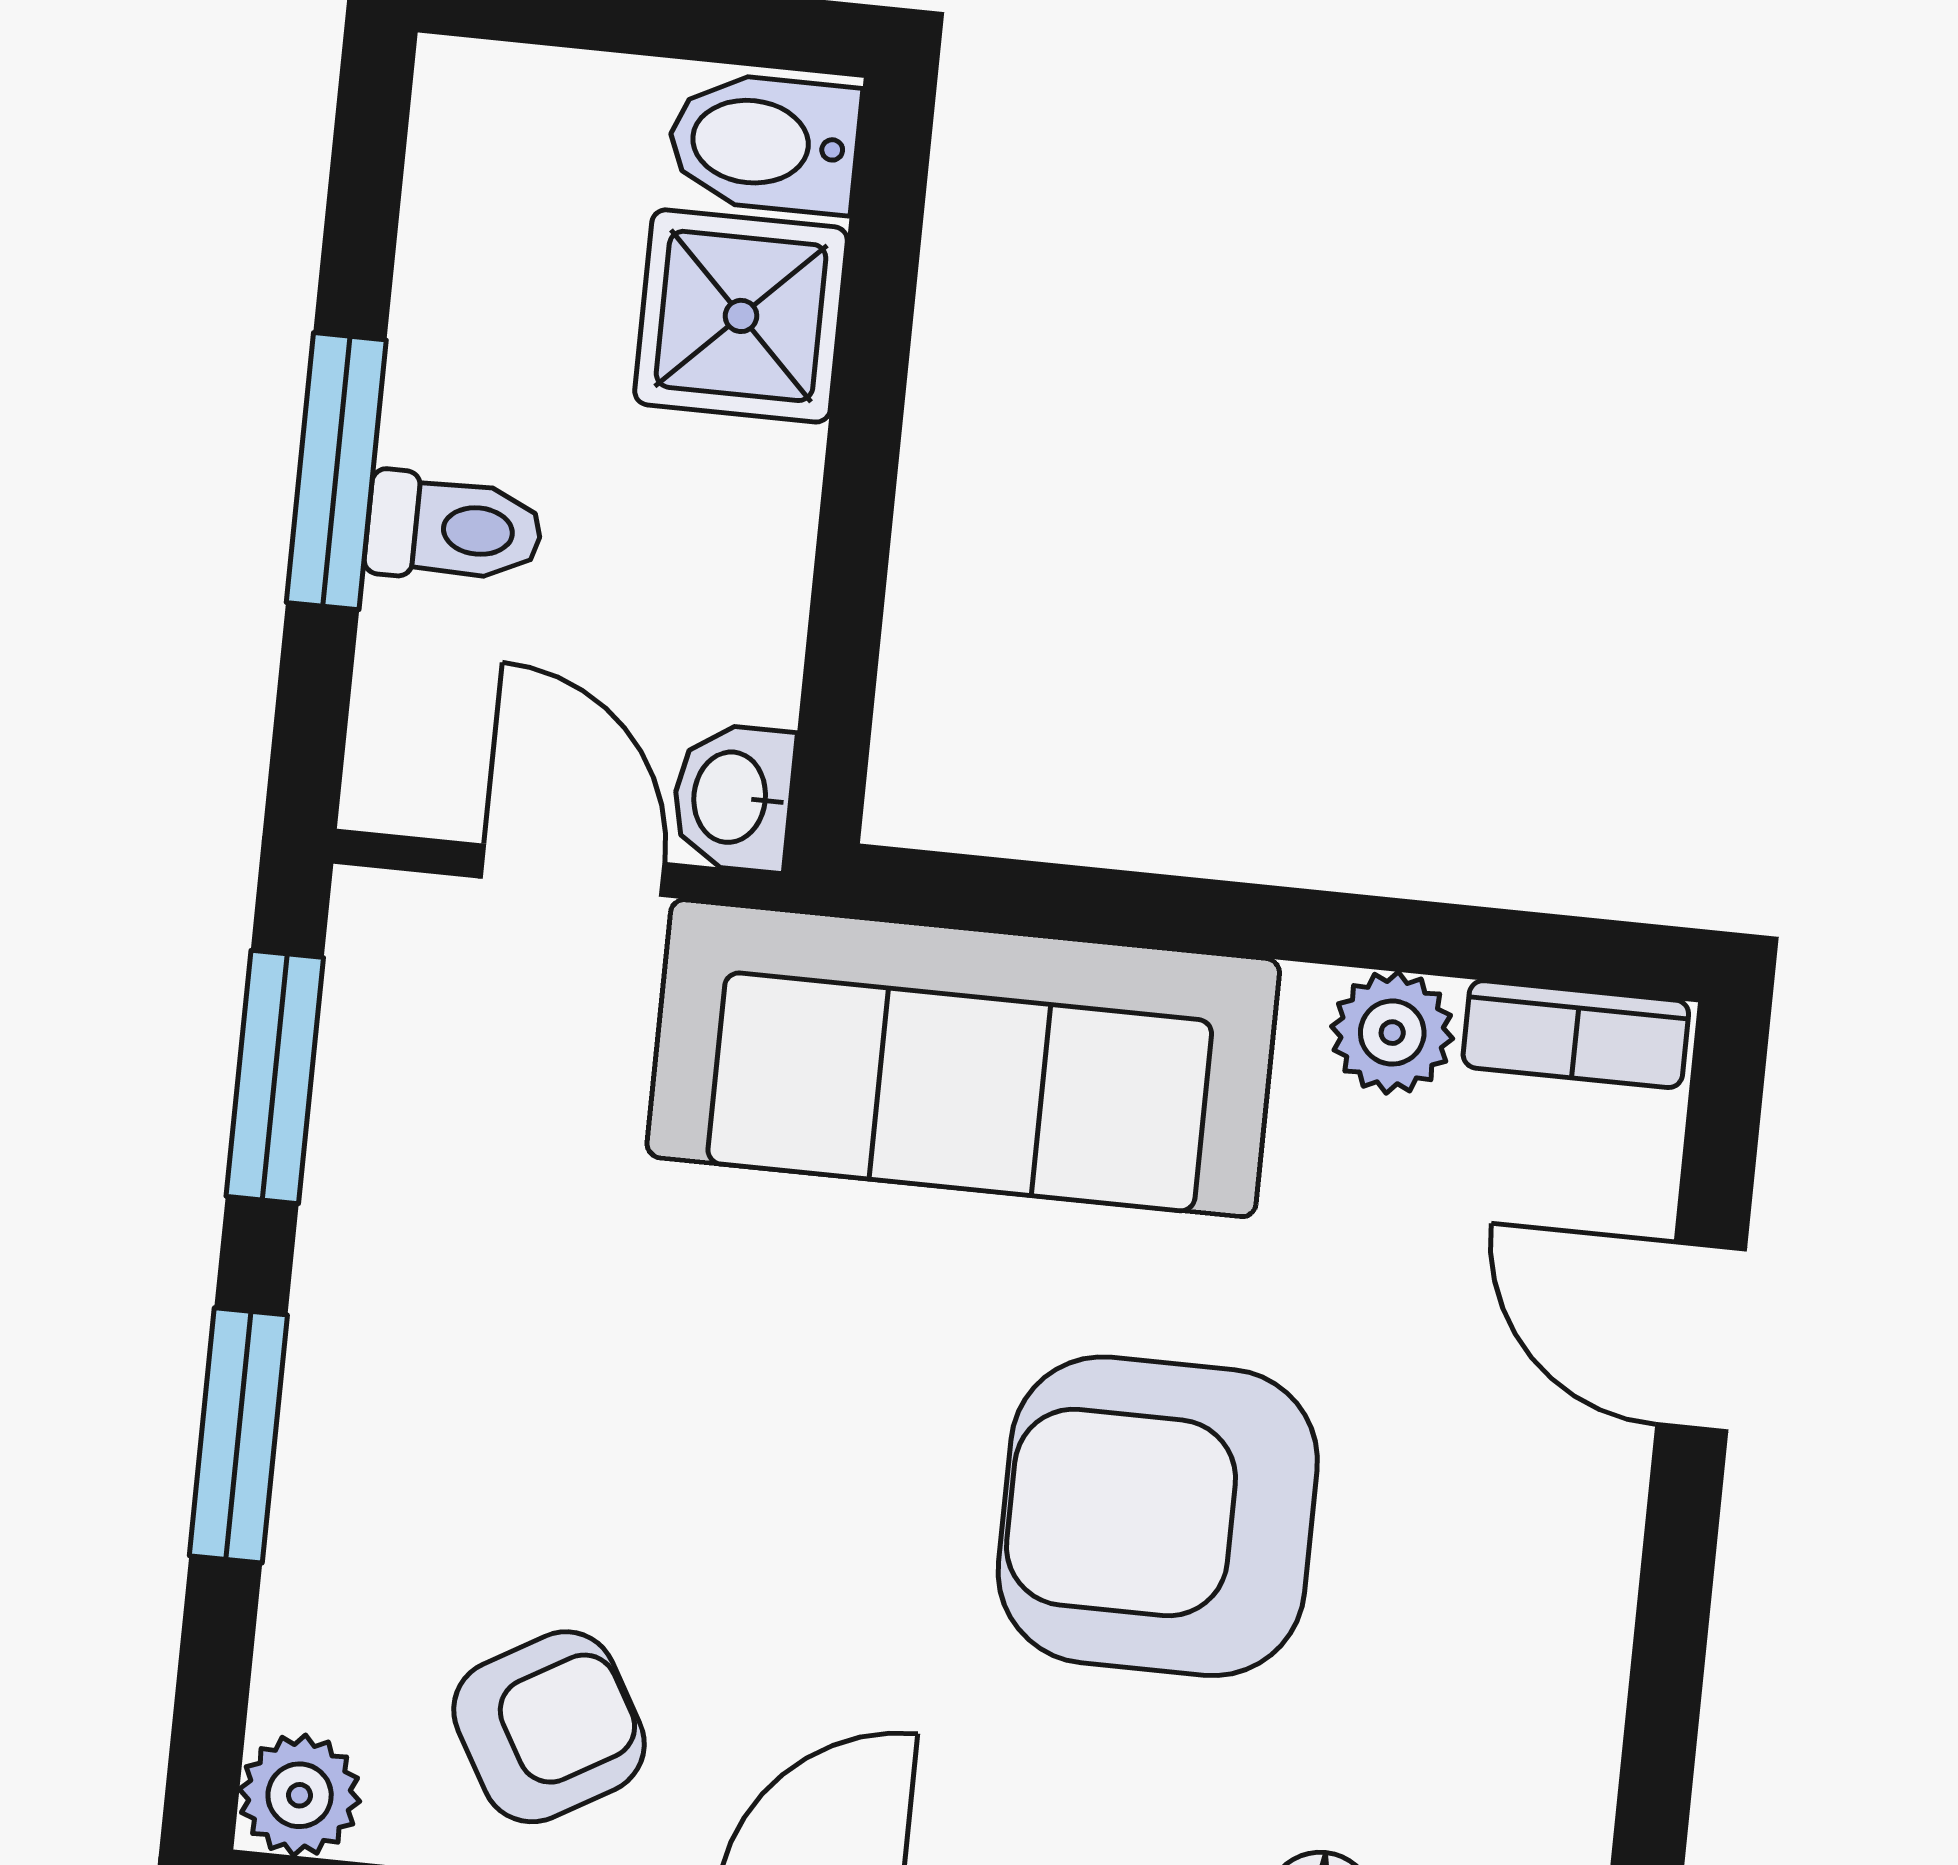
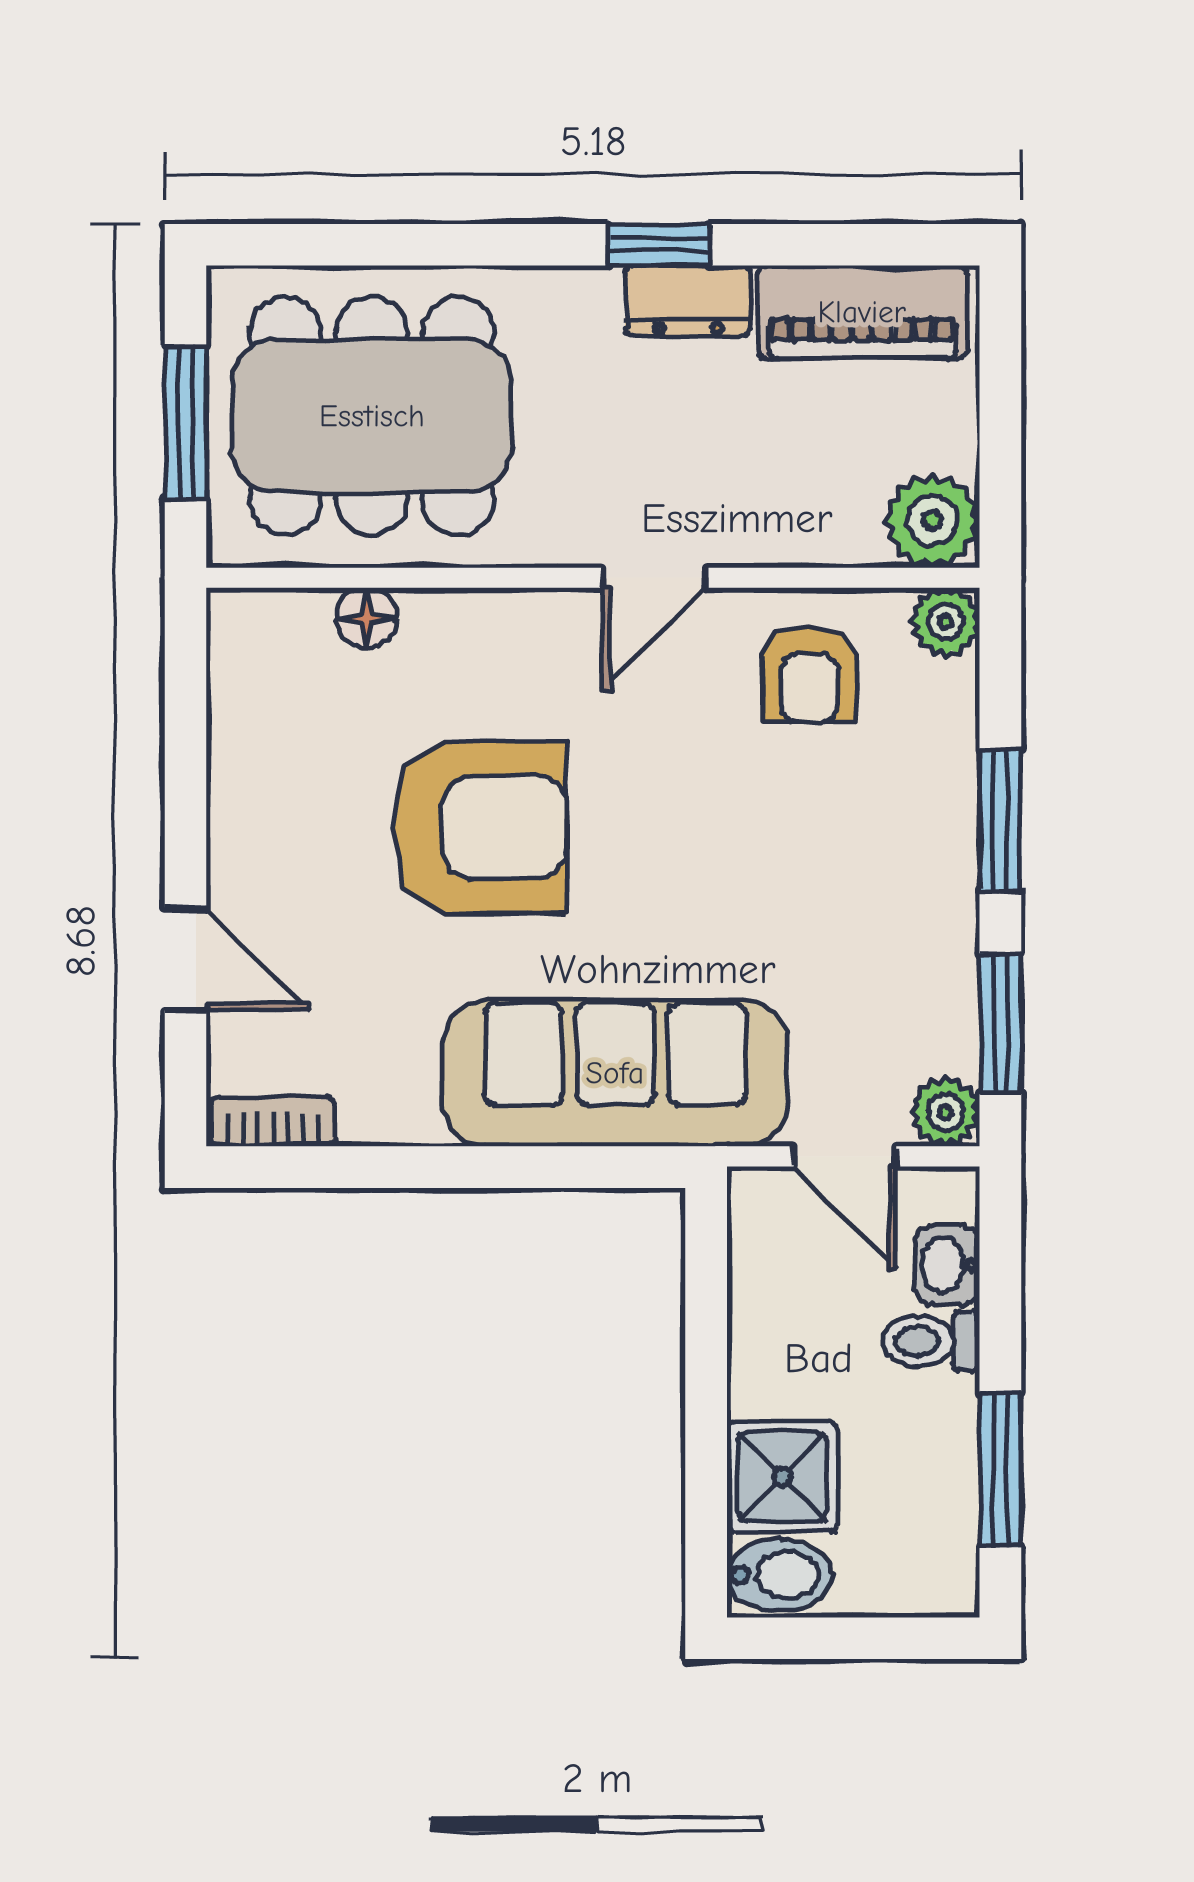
window: (336, 471) -> (1000, 1470), moved
washbasin: (733, 798) -> (947, 1265), moved, turned 180
plant: (1392, 1033) -> (945, 1112), moved
armchair: (549, 1727) -> (810, 675), turned -60

